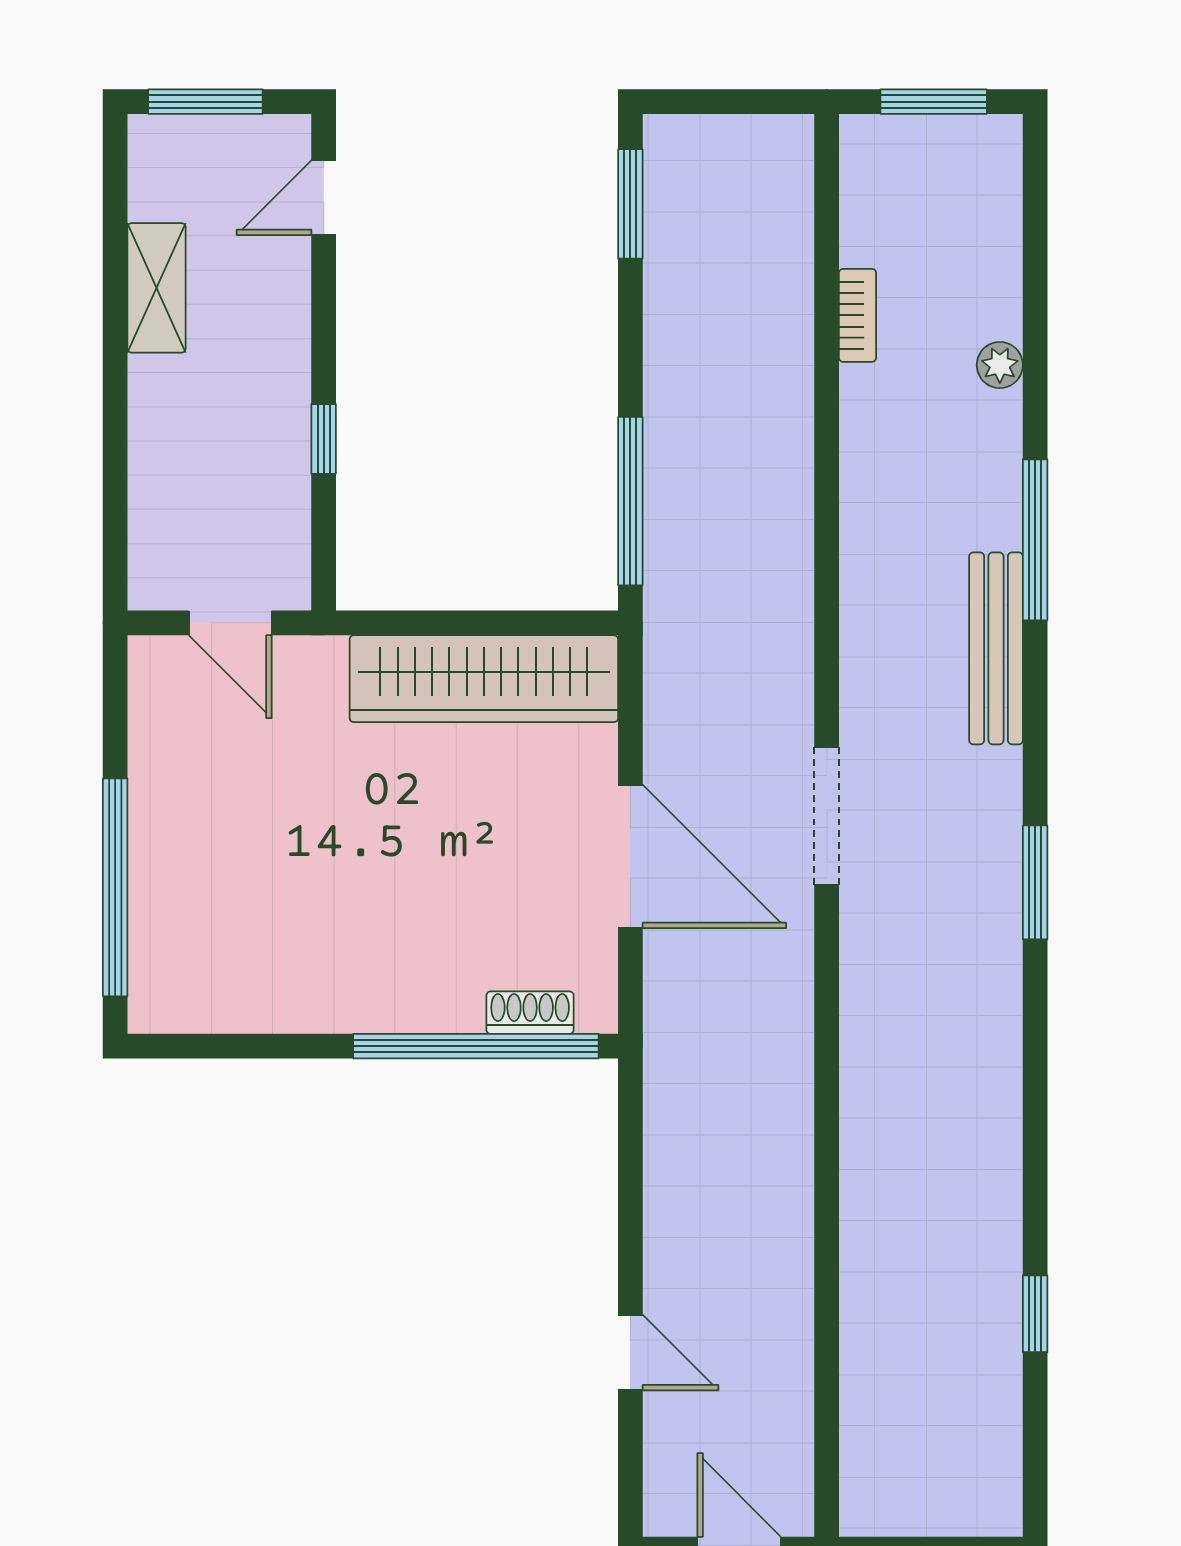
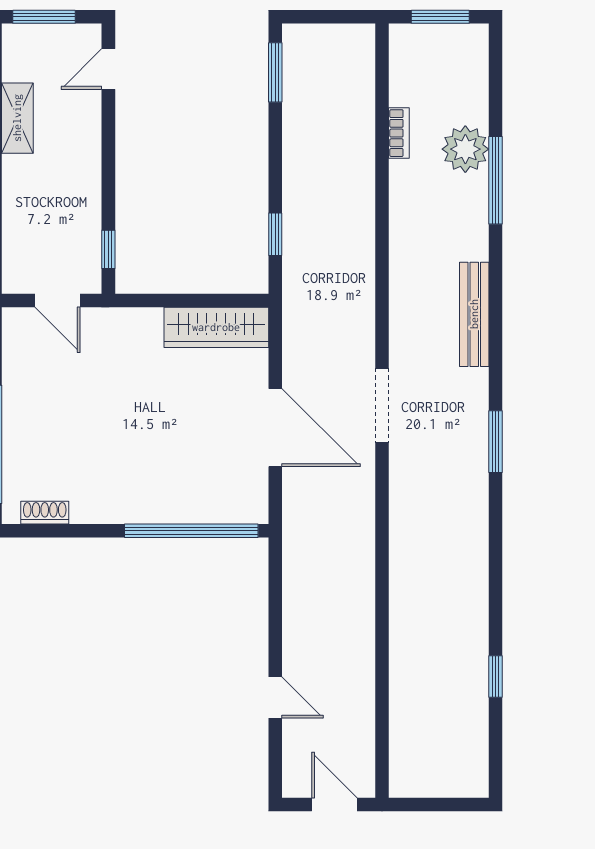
plant: (1000, 365) -> (465, 149), width x1.88, depth x1.88
window: (324, 439) -> (108, 249), moved
window: (630, 501) -> (275, 234), width x0.46
window: (1035, 540) -> (496, 180), moved
wardrobe: (484, 679) -> (216, 327), width x0.71, depth x0.85
shoe rack: (530, 1013) -> (45, 513), moved

